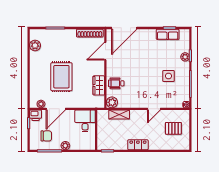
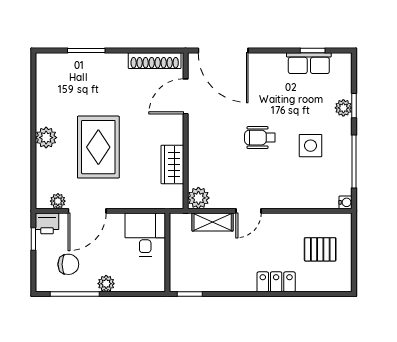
door: (124, 28) -> (223, 50), hinge flipped
plant: (35, 45) -> (46, 138), moved
wheelchair: (116, 83) -> (260, 138), moved
door: (154, 109) -> (249, 211), moved
locker: (138, 145) -> (276, 282), moved

